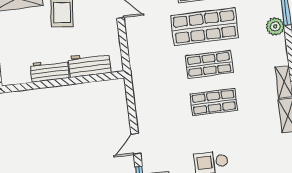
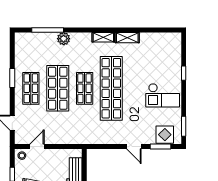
shop shelf: (214, 102) -> (111, 88), width x2.00, depth x1.36

